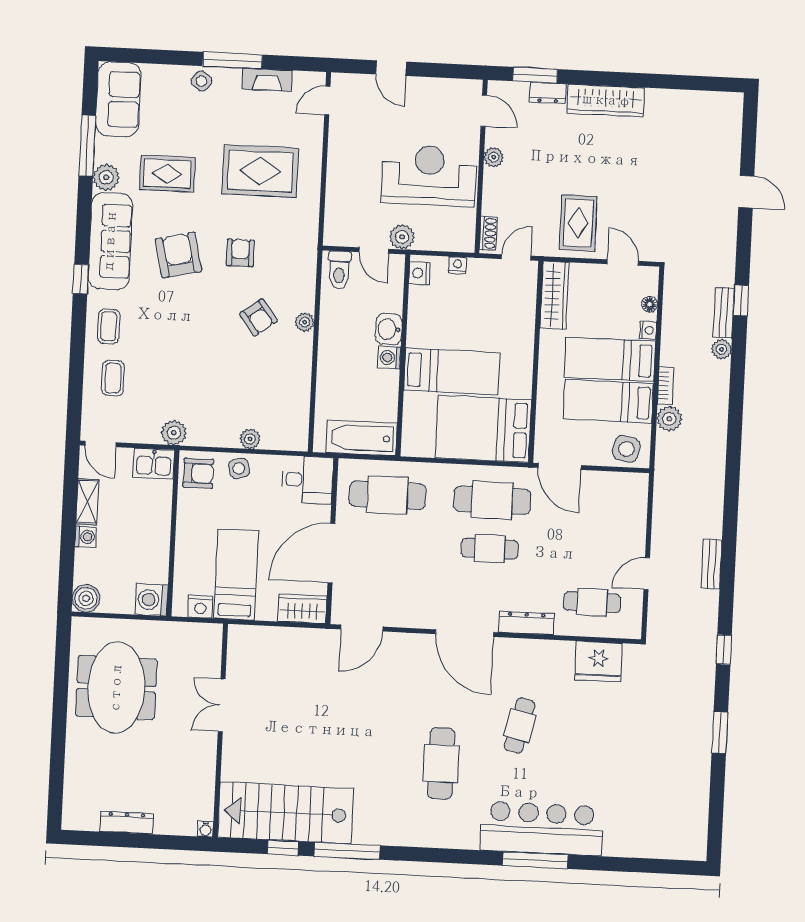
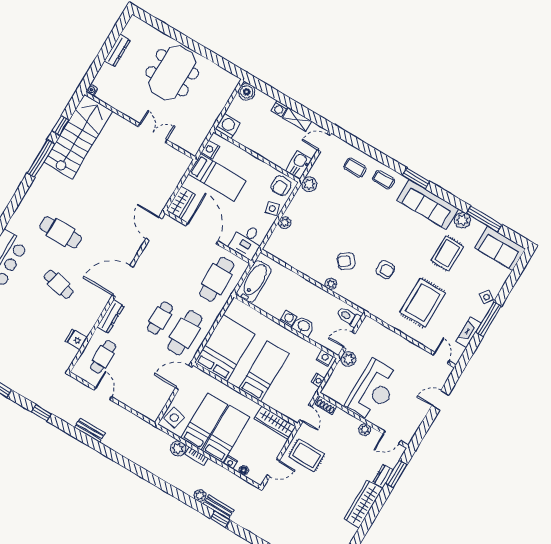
armchair: (179, 255) -> (401, 236), removed
window: (81, 279) -> (416, 178), width x1.50
bed: (452, 371) -> (264, 371), moved, turned 180
fridge: (598, 661) -> (76, 340), width x0.53, depth x0.75
meeting table: (116, 688) -> (172, 73), moved, turned 90

